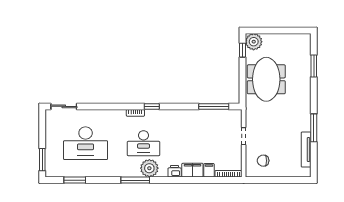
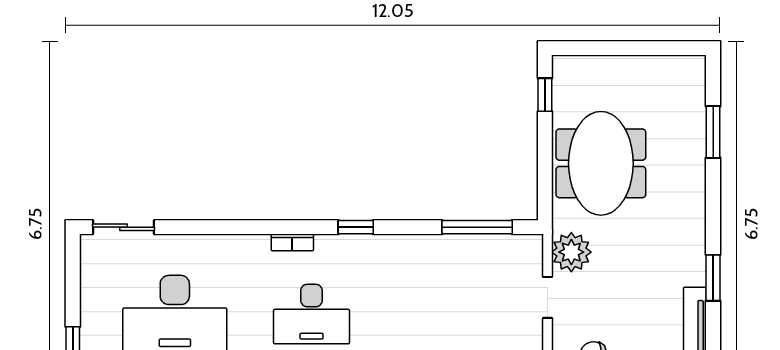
plant: (254, 42) -> (571, 252), moved
window: (152, 106) -> (356, 227), moved
window: (314, 128) -> (713, 278), width x0.69

